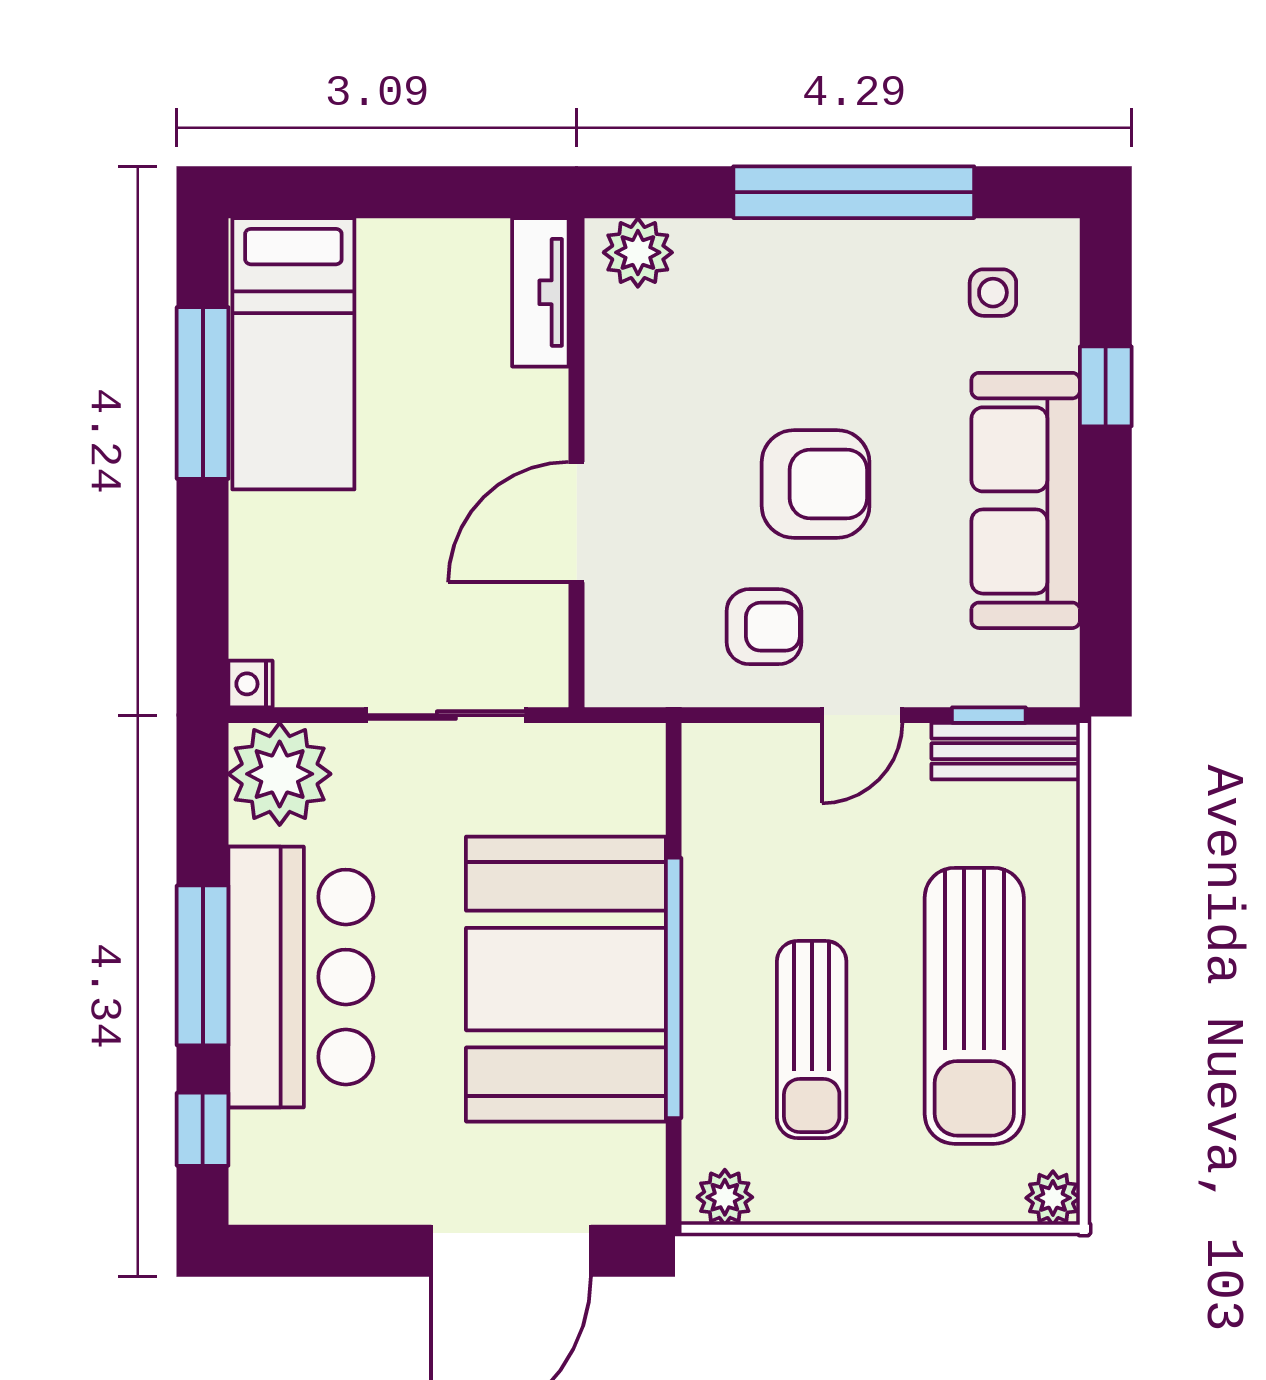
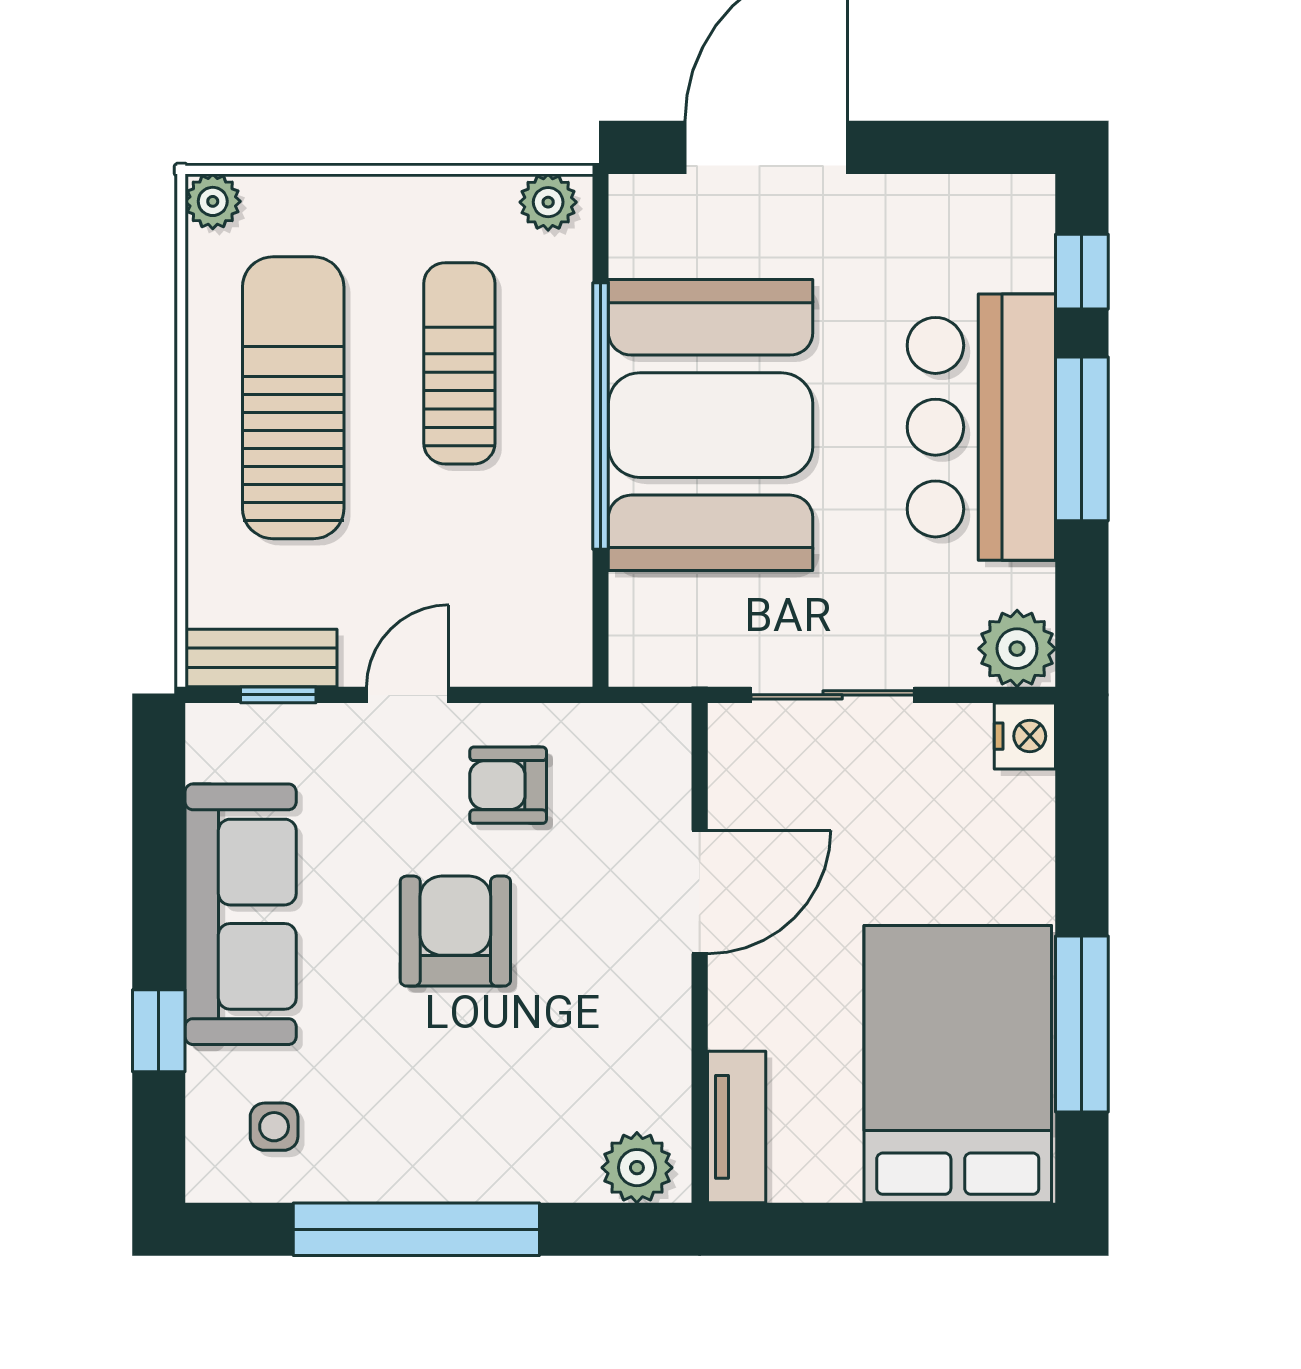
bed: (293, 354) -> (958, 1064), width x1.50
armchair: (816, 484) -> (455, 931), turned 90
nightstand: (250, 684) -> (1025, 736), width x1.39, depth x1.35
plant: (280, 774) -> (1017, 649), width x0.73, depth x0.73

